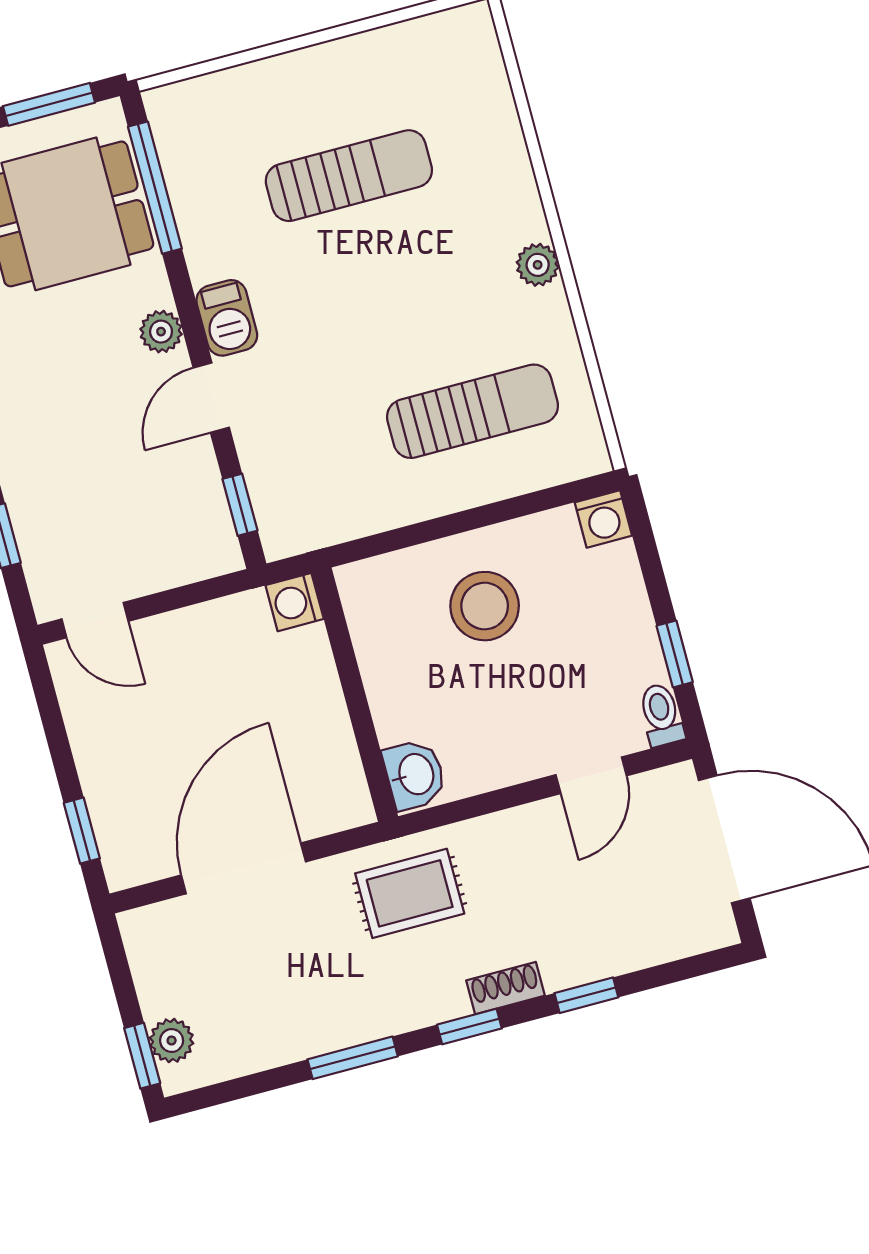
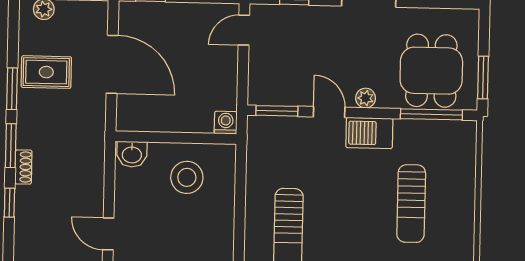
barbecue: (227, 318) -> (369, 133), width x1.38, depth x1.27
window: (240, 505) -> (277, 111), width x1.50
stool: (485, 606) -> (187, 177), moved
rug: (410, 893) -> (46, 72), moved, turned 90
window: (469, 1027) -> (11, 146), width x1.50

